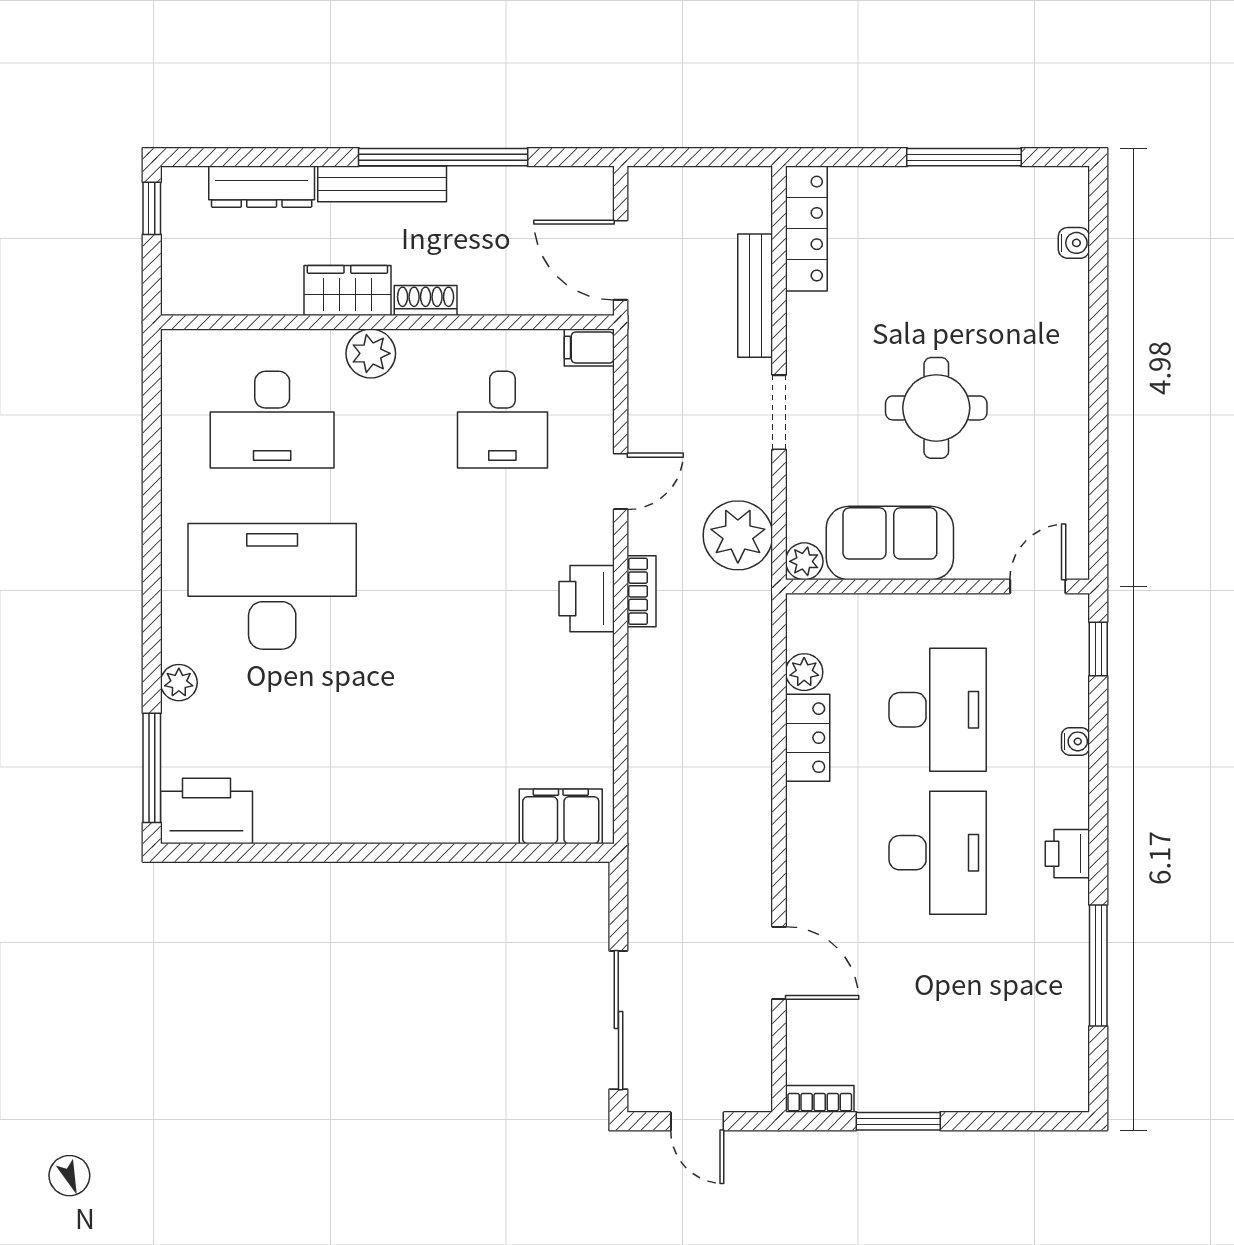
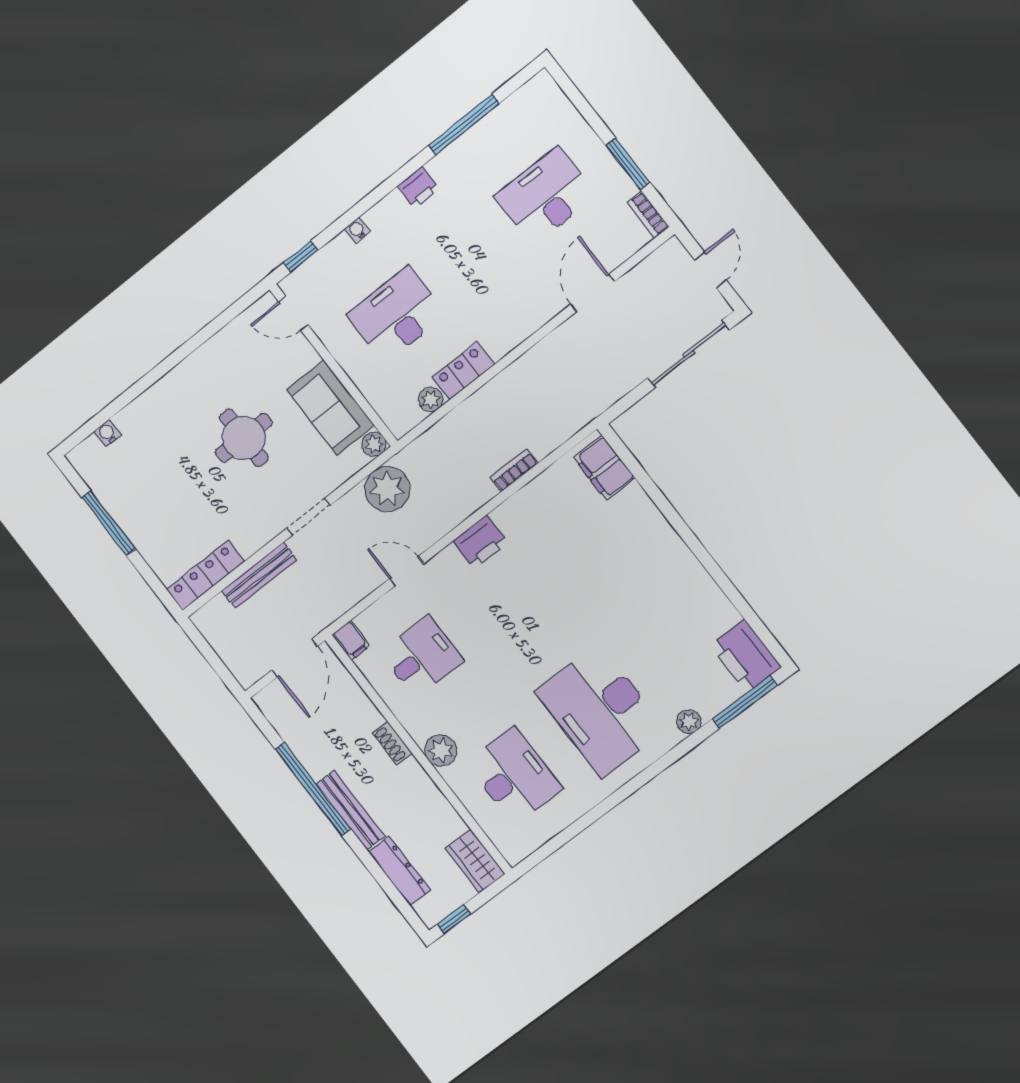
wardrobe: (347, 290) -> (475, 861), moved
bookcase: (641, 591) -> (514, 470), moved
desk: (938, 853) -> (545, 196), moved

